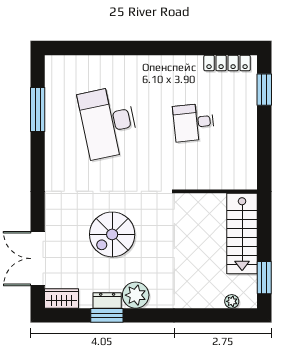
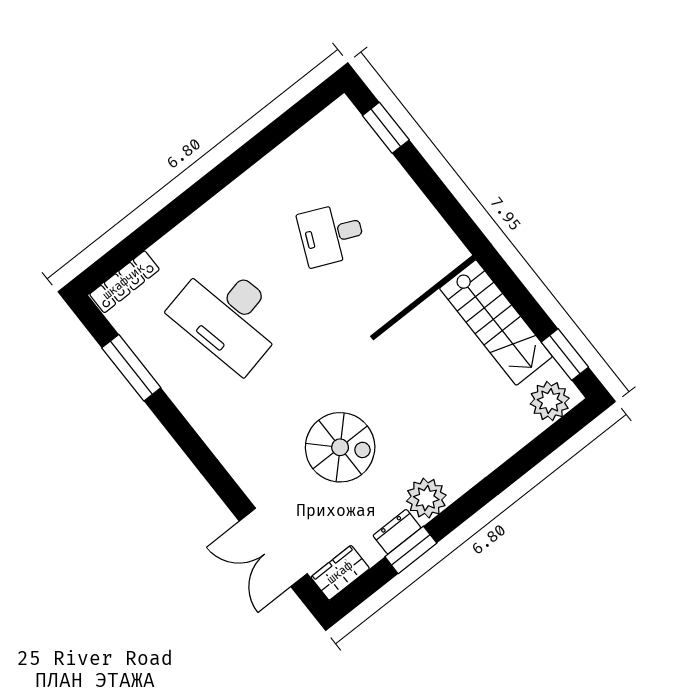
locker: (227, 63) -> (124, 282), moved
desk: (194, 122) -> (332, 234), turned 30
spiral stairs: (112, 234) -> (340, 447), turned -90
plant: (232, 301) -> (550, 401), width x1.88, depth x1.88

